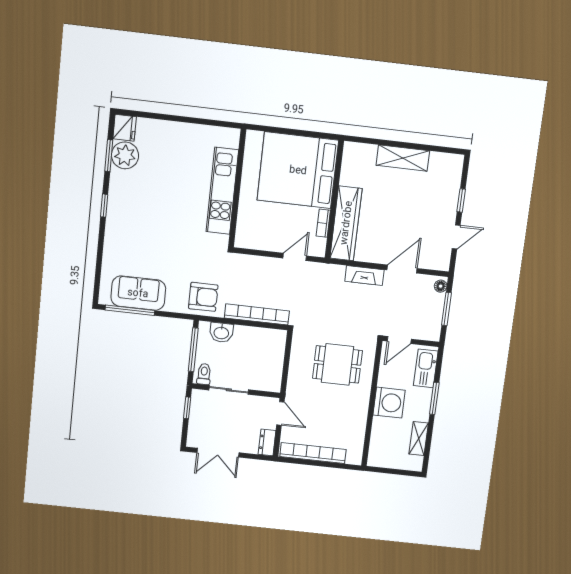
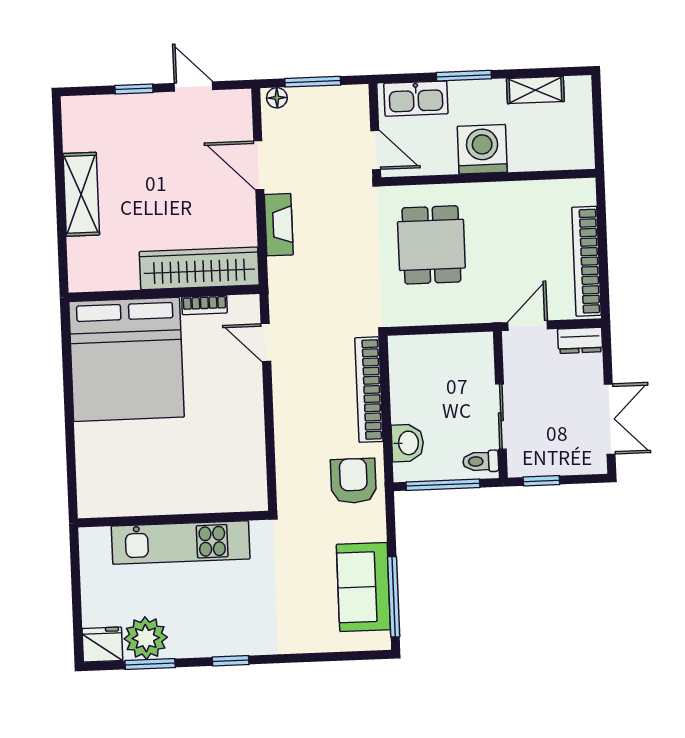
wall: (237, 188) -> (173, 519), moved
kitchen unit: (222, 191) -> (181, 543), moved

